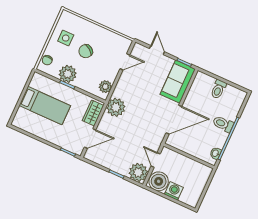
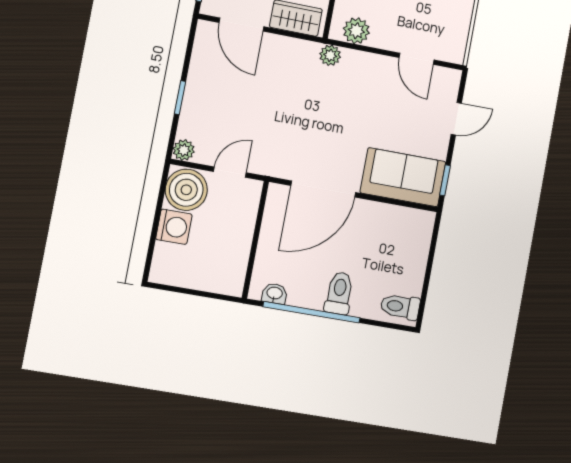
toilet: (218, 89) -> (400, 307), moved
plant: (116, 107) -> (330, 55), width x0.53, depth x0.53
door: (174, 120) -> (323, 189), hinge flipped
plant: (138, 172) -> (184, 150), width x0.53, depth x0.53

